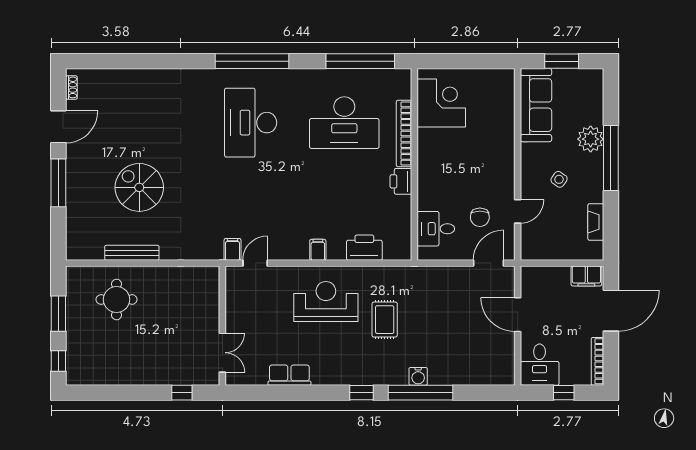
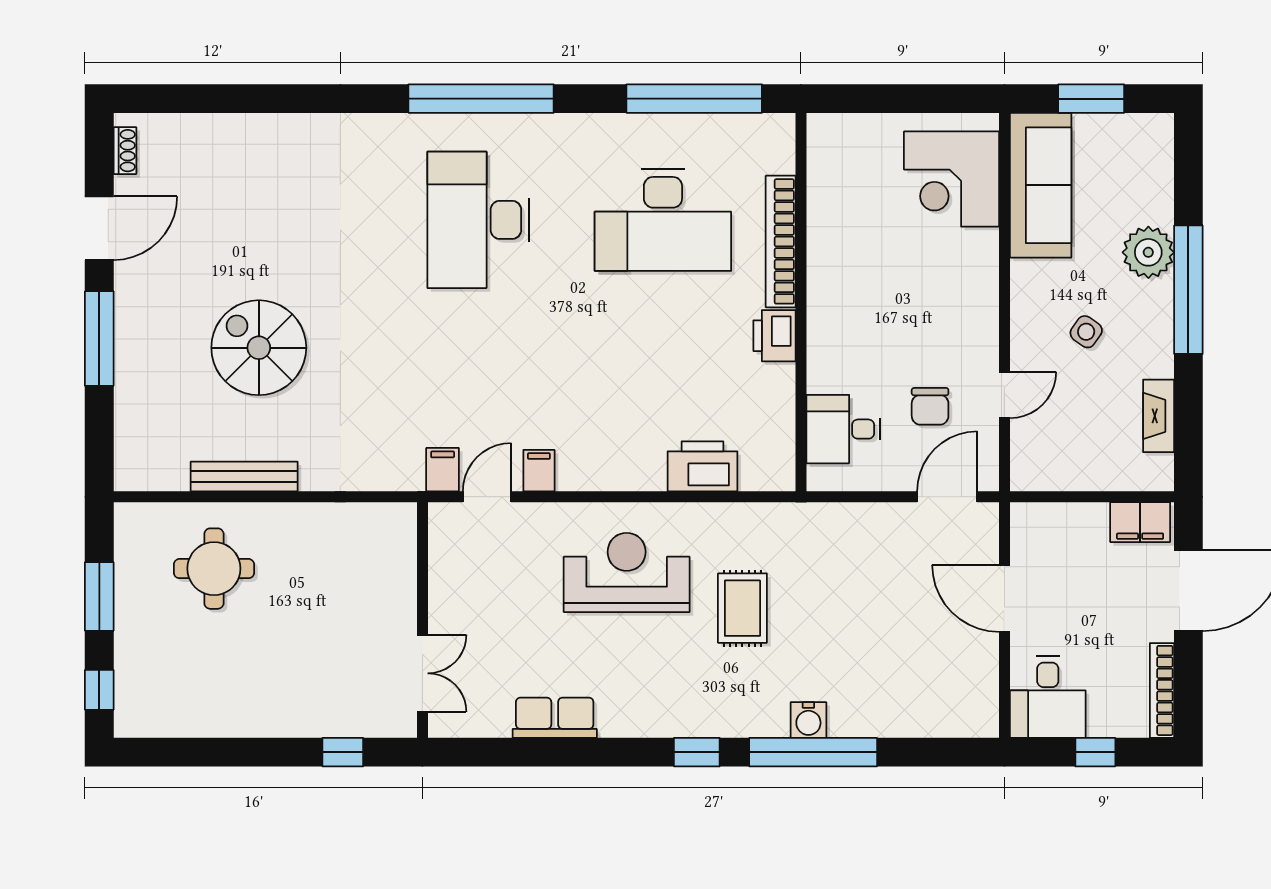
corner desk: (441, 103) -> (952, 179), moved, turned 180
filing cabinet: (318, 250) -> (539, 471), moved

